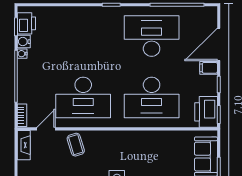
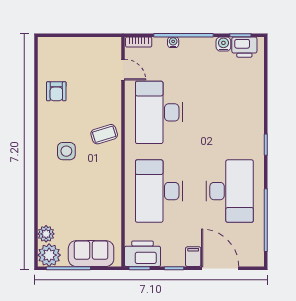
water cooler: (22, 54) -> (173, 42), moved
fireplace: (24, 145) -> (104, 44), removed
coffee table: (76, 145) -> (104, 134), moved

